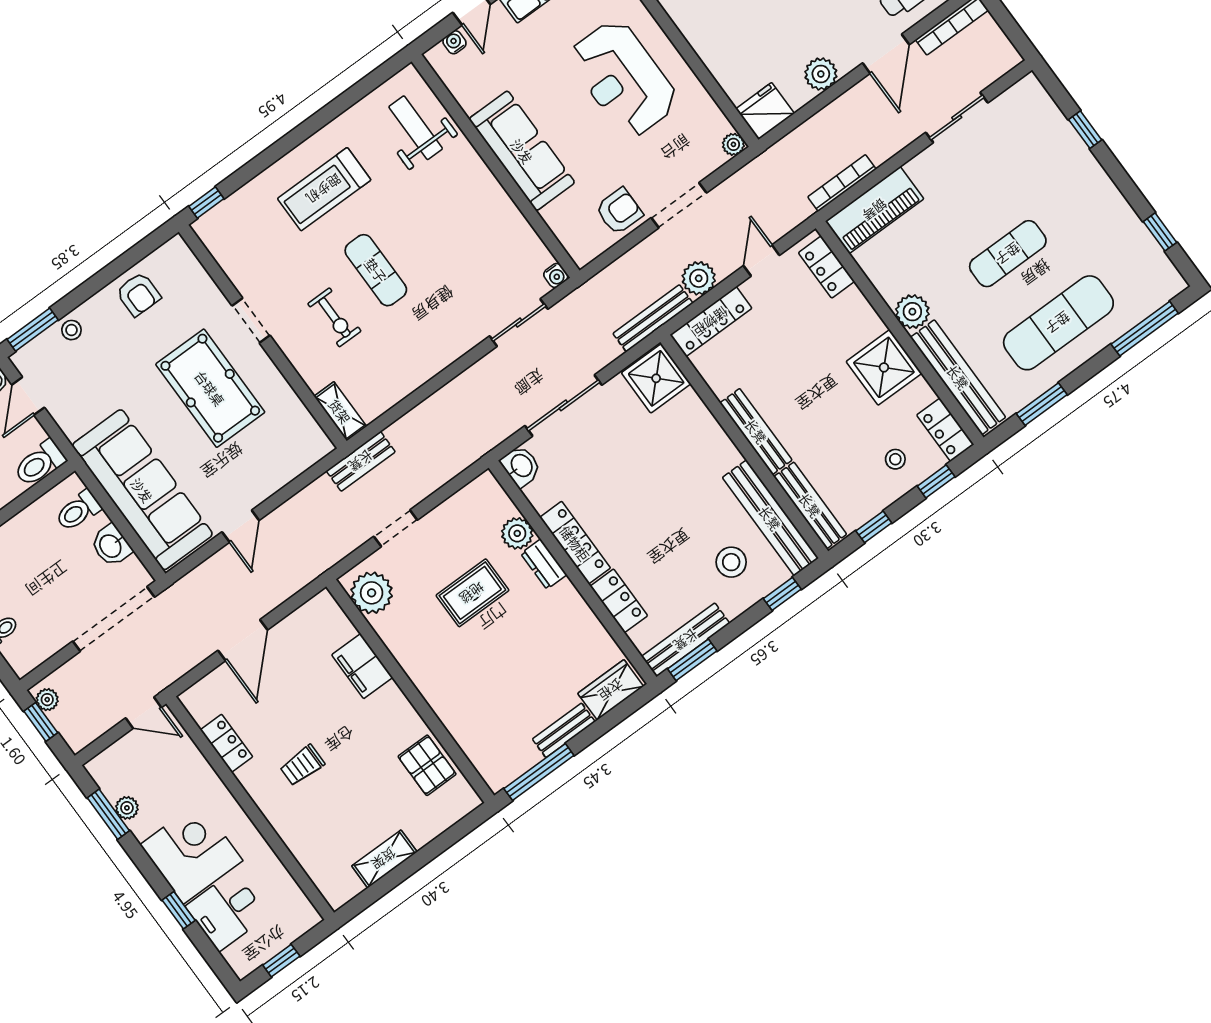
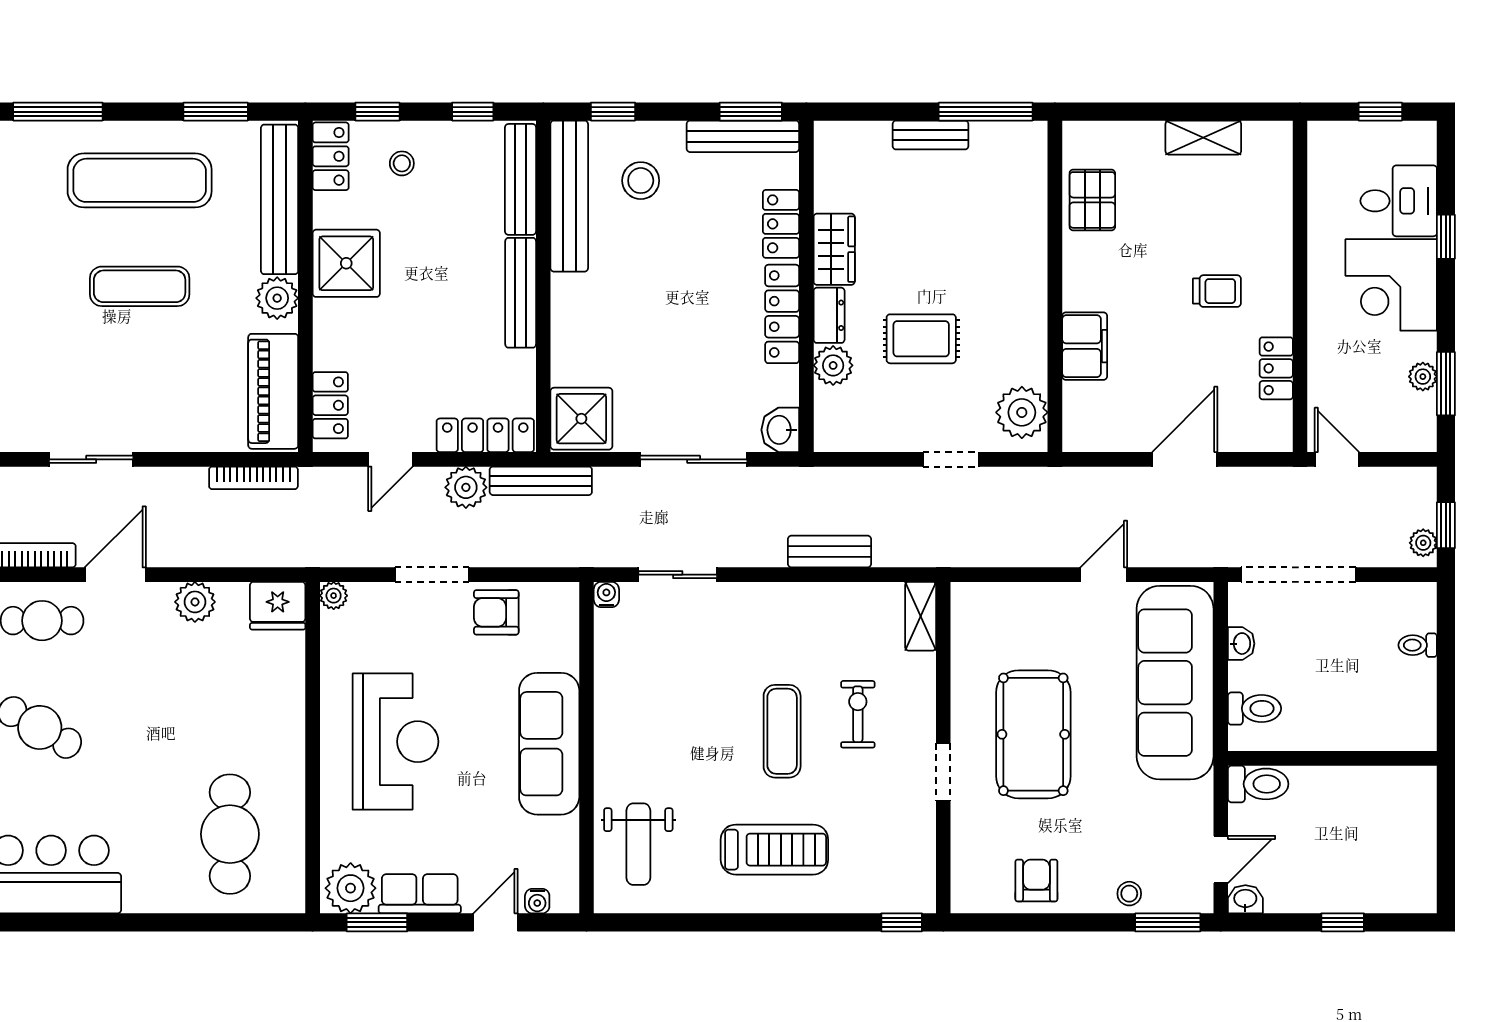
piano: (875, 210) -> (273, 391), moved, turned -90
bench: (361, 461) -> (830, 552), moved
washbasin: (111, 546) -> (1241, 644), width x0.72, depth x0.69
wardrobe: (611, 690) -> (834, 249), moved, turned -90

